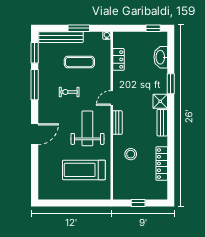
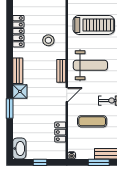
window: (153, 28) -> (40, 162), moved
washbasin: (161, 57) -> (19, 148), moved
exercise mat: (79, 62) -> (92, 121), moved
weight bench: (87, 128) -> (90, 65), turned -90

